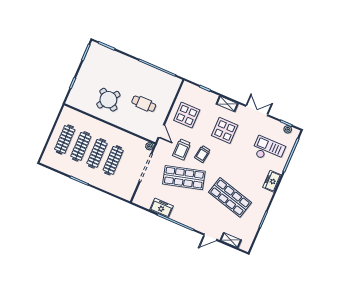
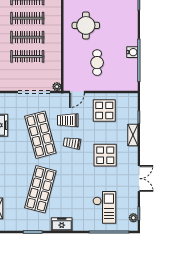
water cooler: (148, 70) -> (132, 52), added
round table: (108, 100) -> (86, 25), turned -35
shelving: (227, 104) -> (133, 135), moved
freezer: (272, 181) -> (62, 224), moved

